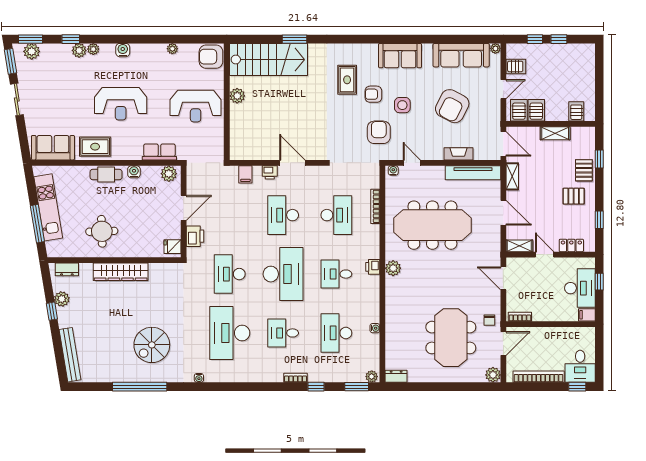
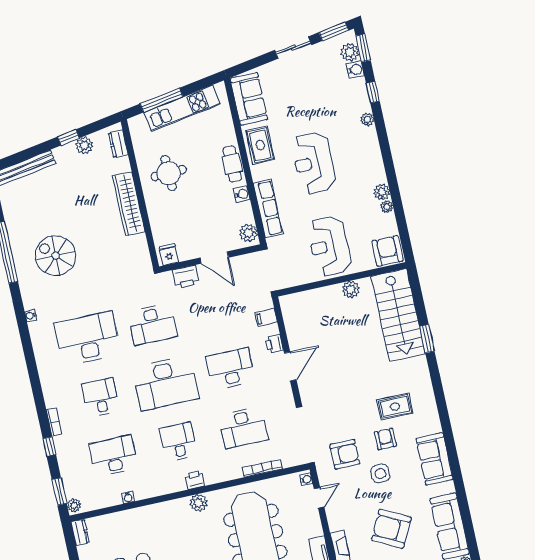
plant: (79, 50) -> (382, 192), moved
water cooler: (123, 50) -> (355, 70), moved
row of seats: (159, 152) -> (268, 208), width x1.48
desk: (230, 274) -> (153, 324), turned 180

